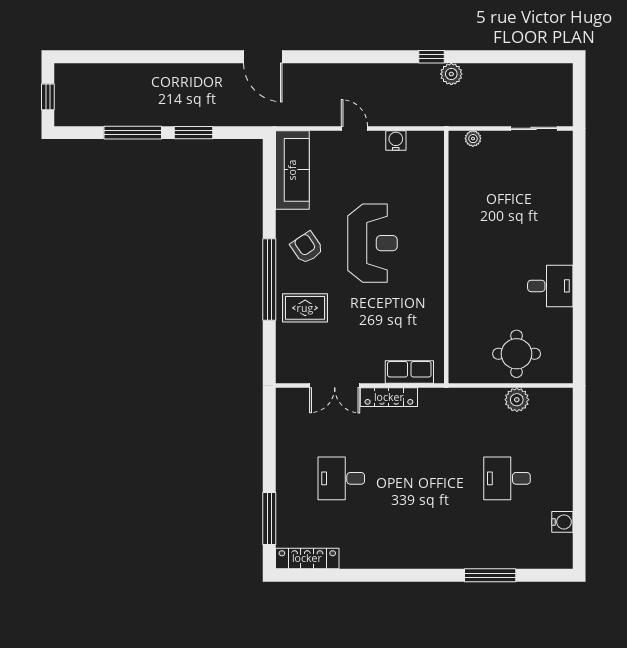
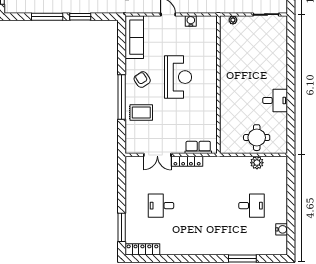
desk: (507, 478) -> (252, 206), turned 180

